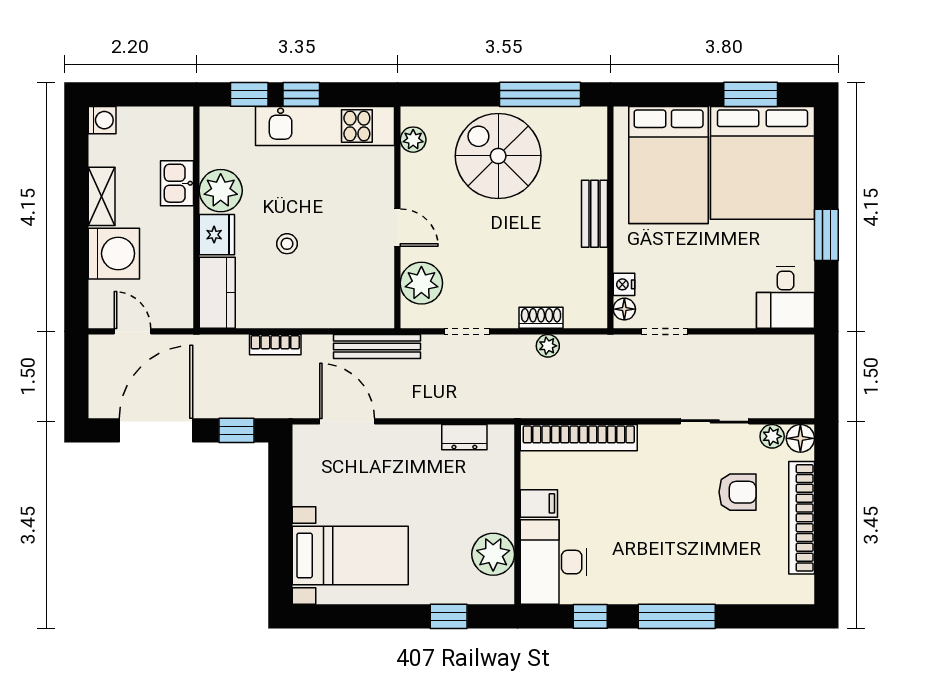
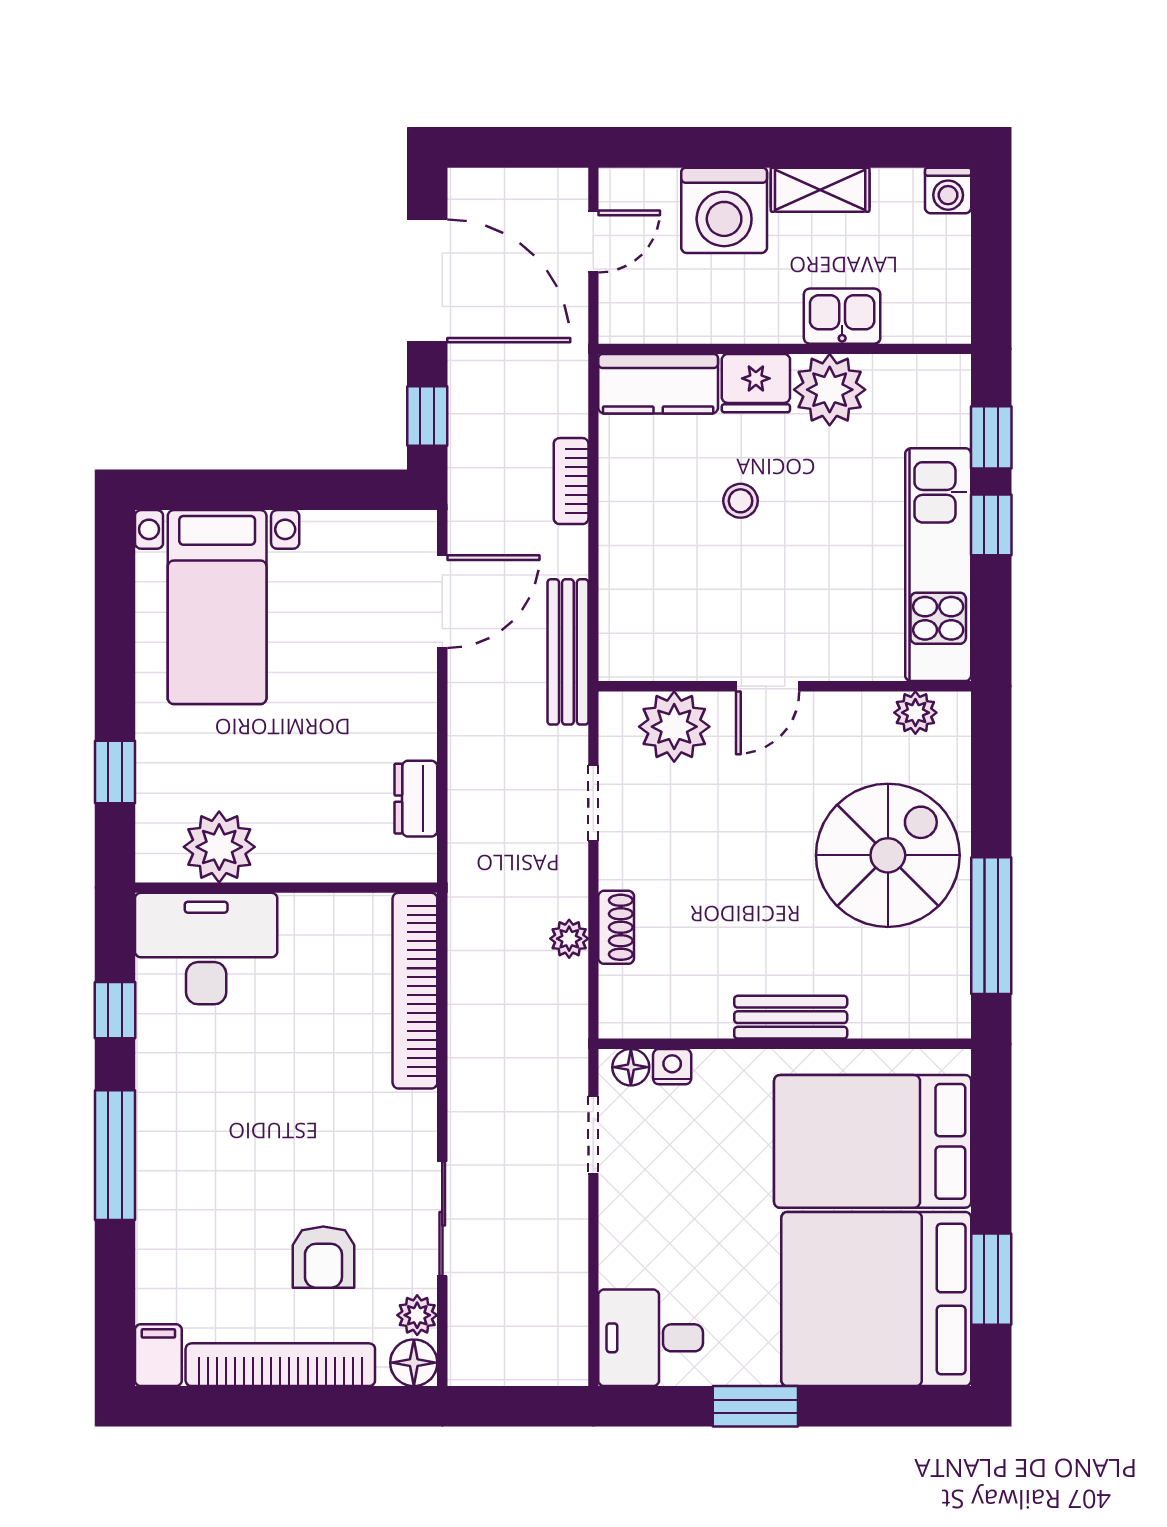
filing cabinet: (539, 503) -> (158, 1355), moved, turned 180

